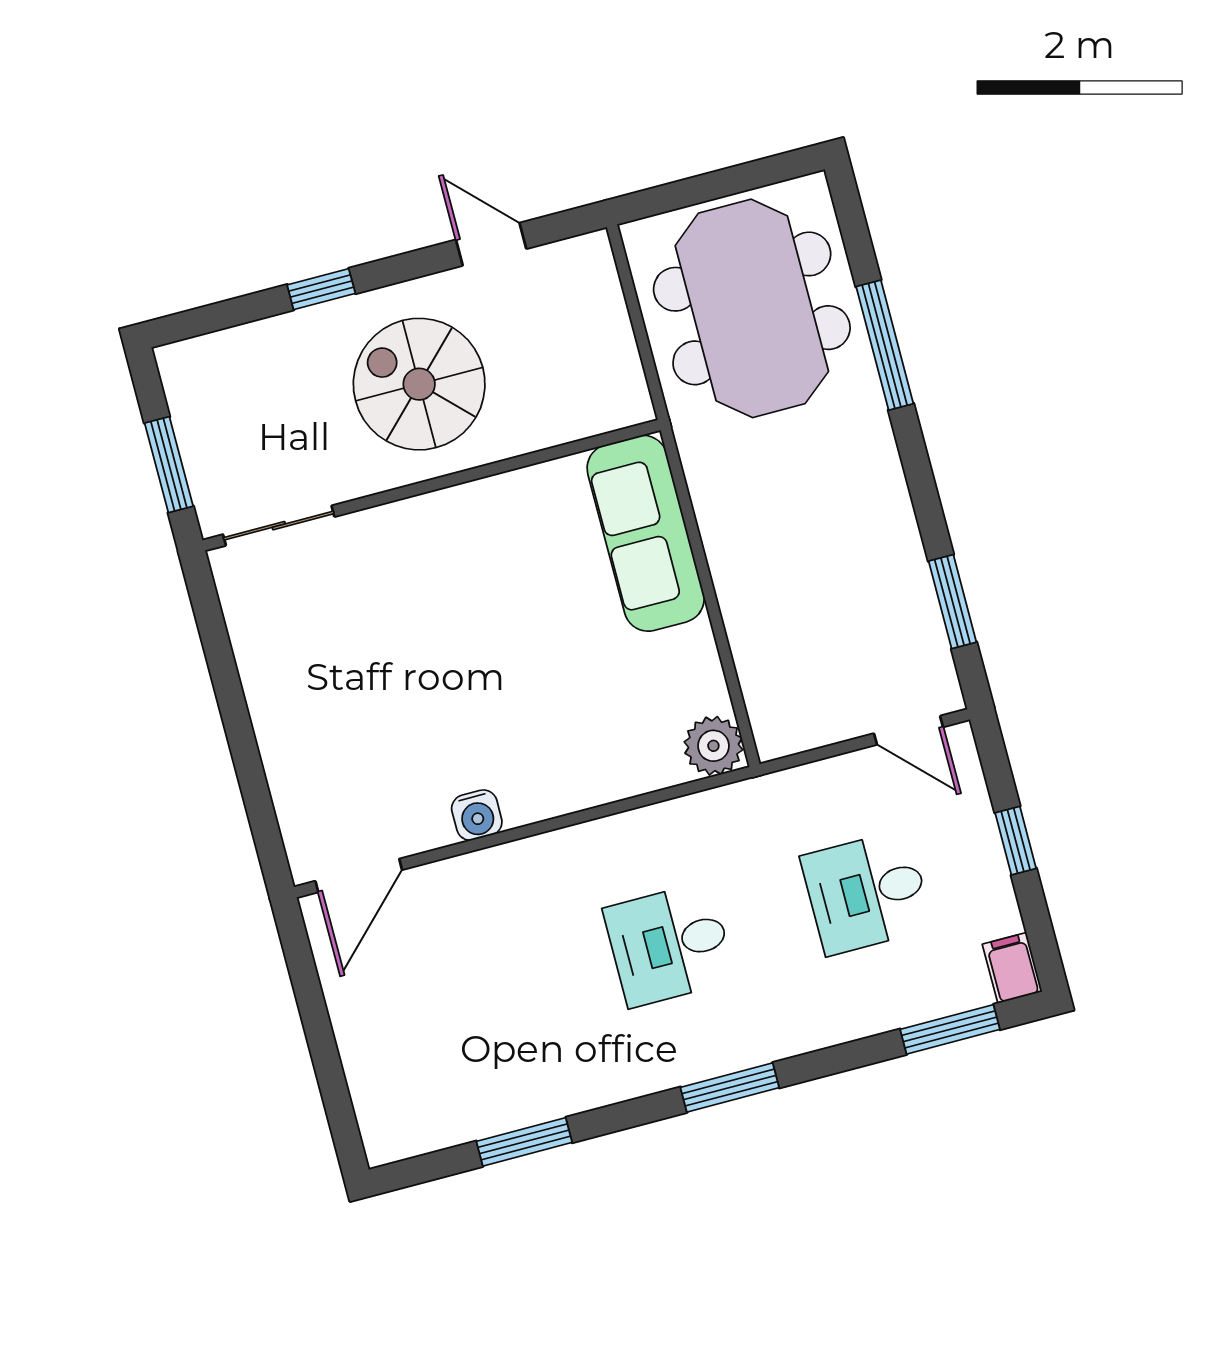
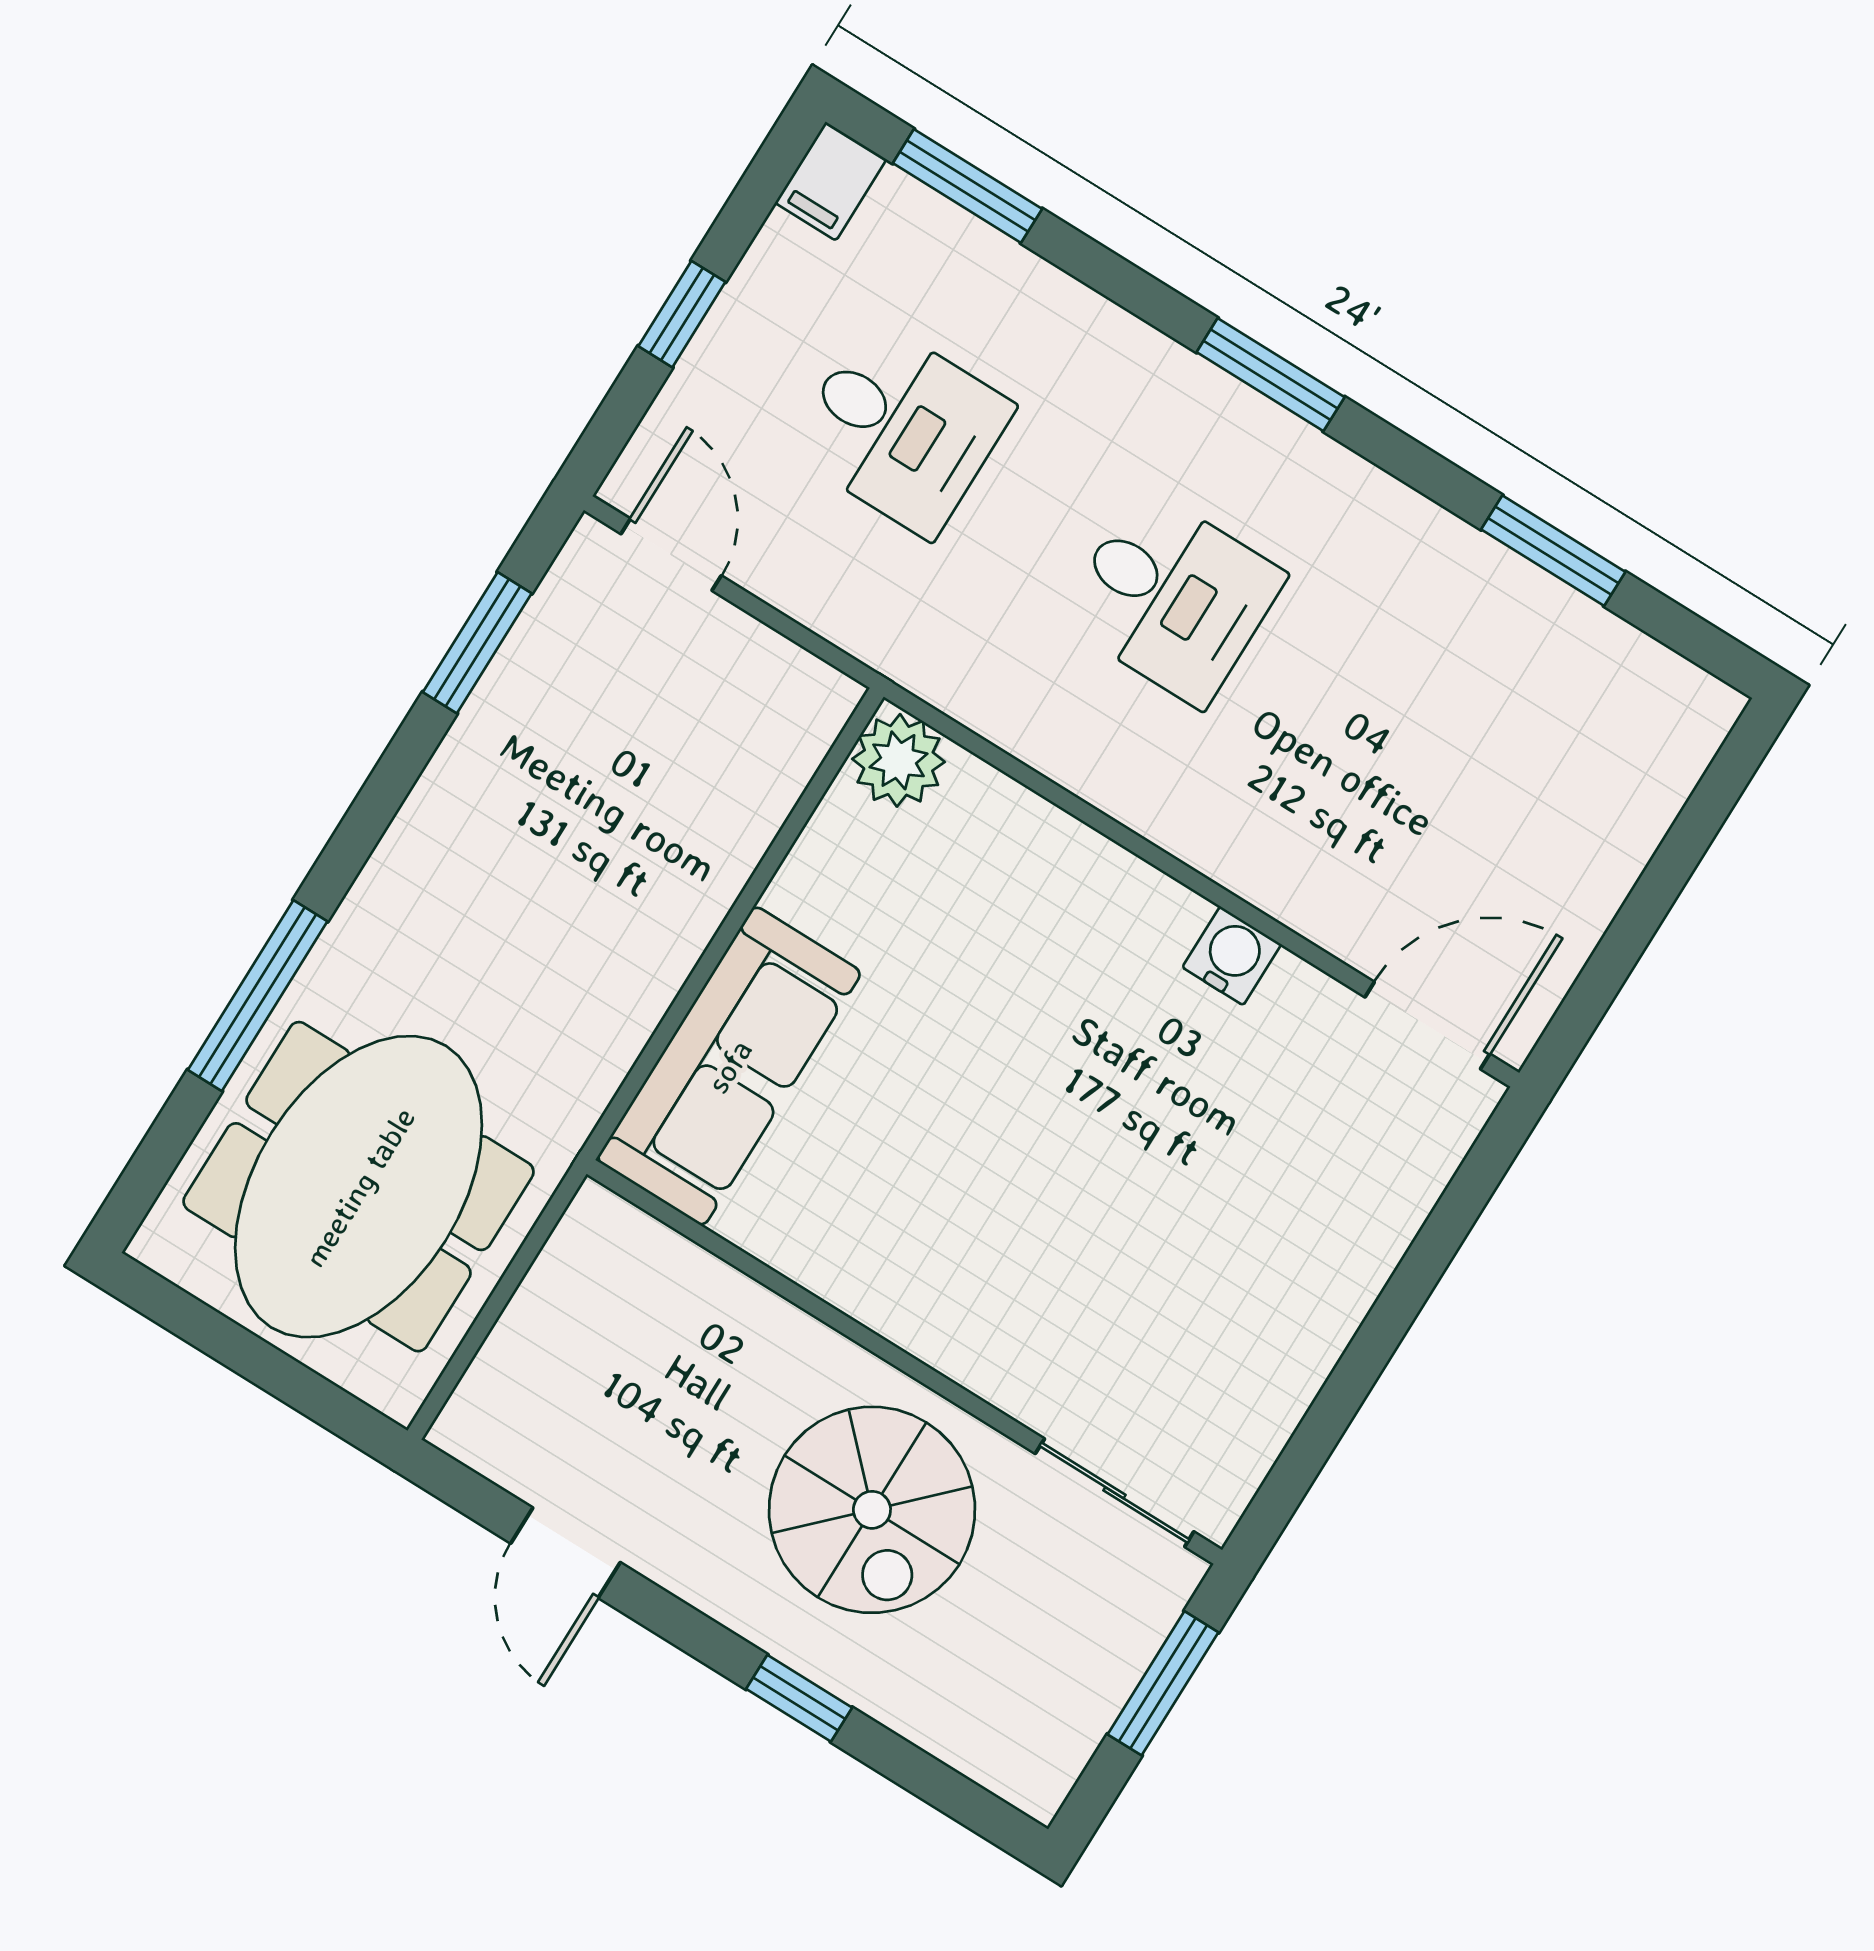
spiral stairs: (419, 384) -> (872, 1510), moved

